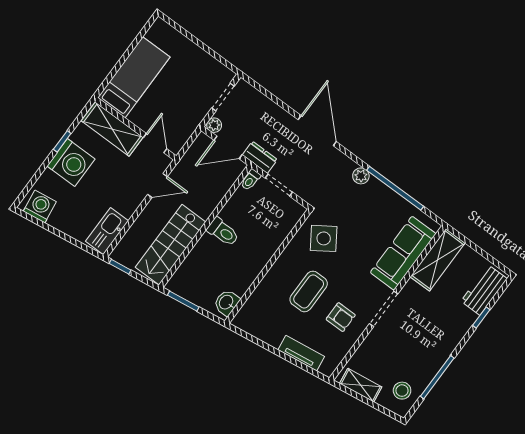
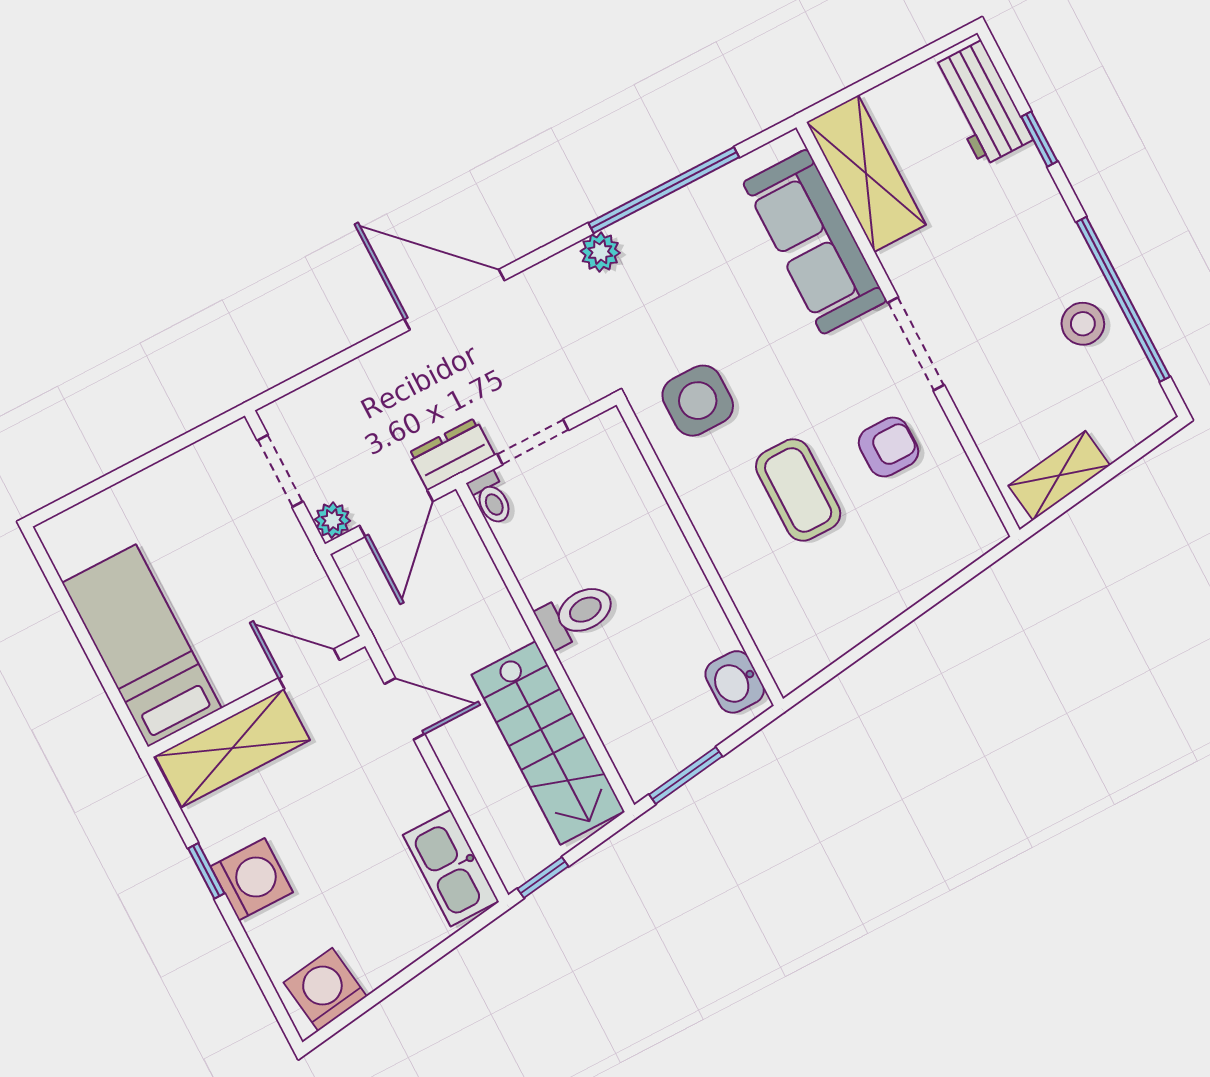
washing machine: (71, 162) -> (252, 879), width x0.73, depth x0.73
door: (157, 186) -> (405, 709), hinge flipped
side table: (324, 238) -> (698, 401), turned 34
tv unit: (301, 353) -> (925, 572), removed
window: (437, 377) -> (1123, 299), width x1.46
stool: (402, 391) -> (1083, 324), moved

